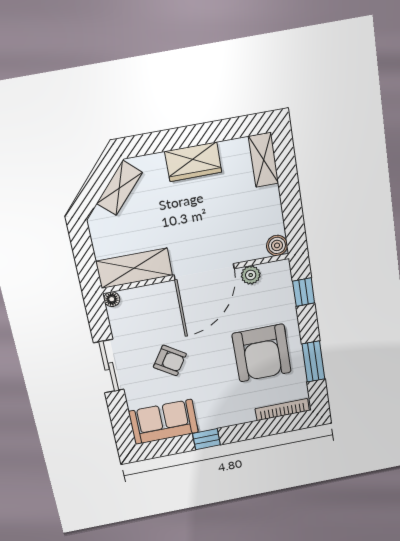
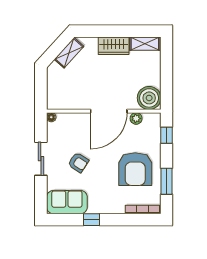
shelving: (264, 160) -> (145, 44), moved, turned 90
boiler: (277, 245) -> (149, 98), width x1.86, depth x1.86
shelving: (134, 268) -> (68, 101), removed

